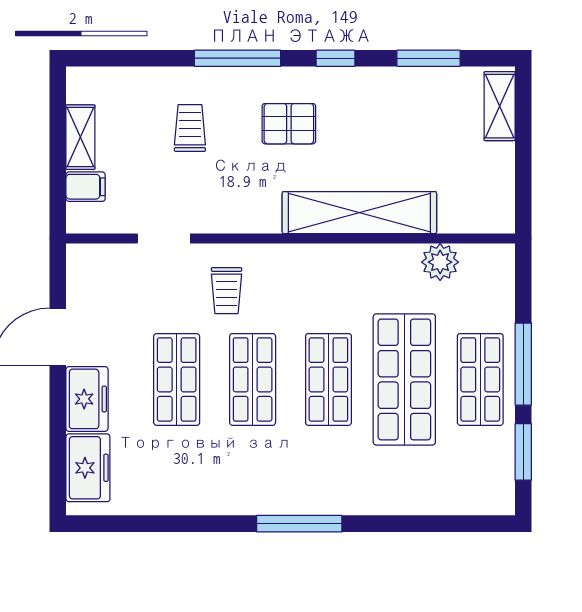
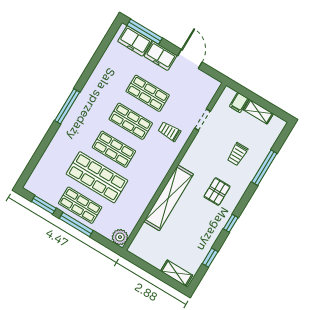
window: (237, 58) -> (264, 168), moved
window: (429, 58) -> (210, 258), width x0.67
trolley: (190, 128) -> (237, 154), turned 90
plant: (440, 262) -> (120, 237), moved
window: (58, 459) -> (145, 32), added

